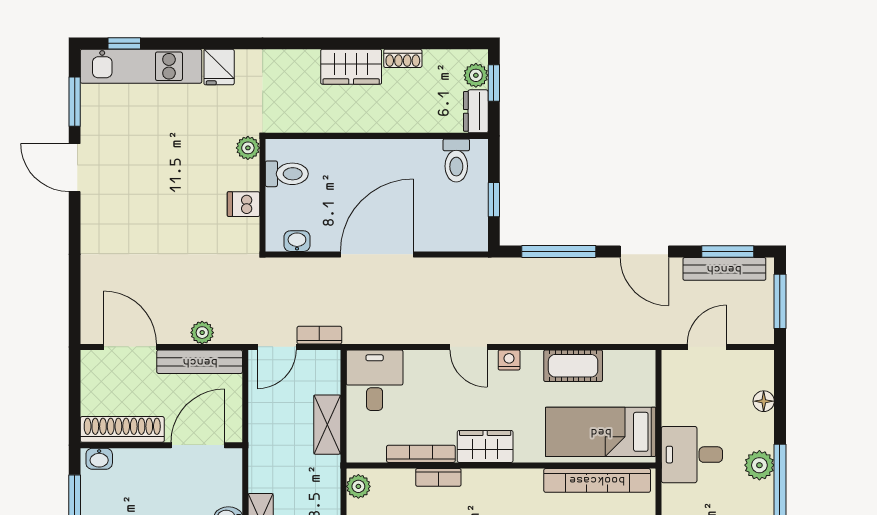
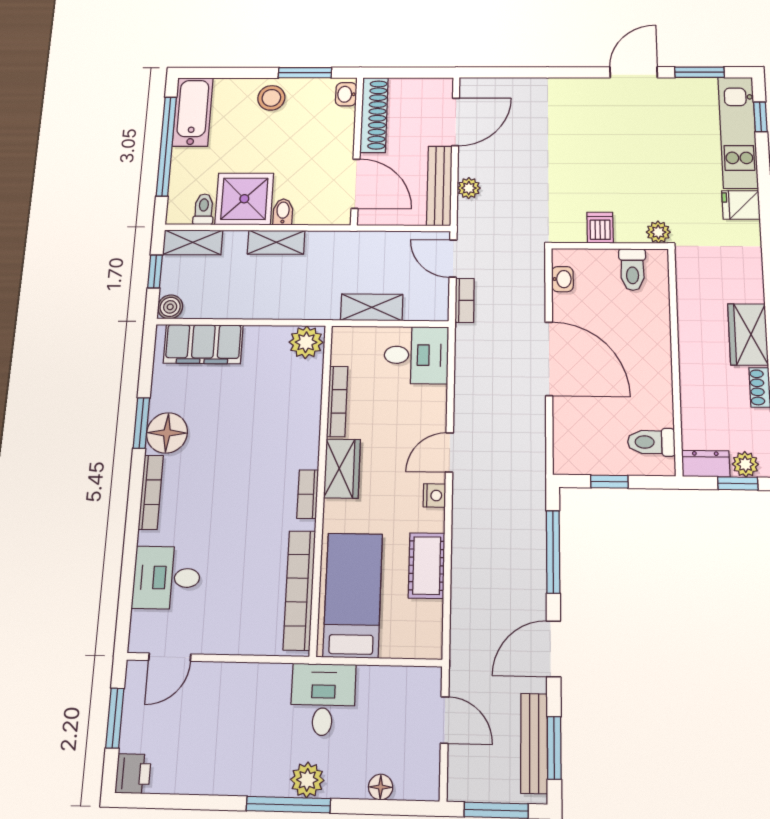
bookcase: (438, 477) -> (308, 494), moved
plant: (358, 486) -> (306, 342), width x1.38, depth x1.38

